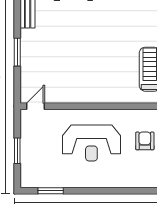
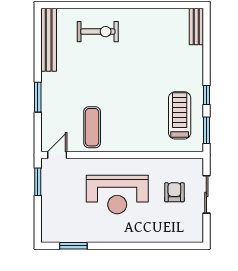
exercise mat: (68, 80) -> (92, 127), added
window: (17, 151) -> (38, 182), moved

